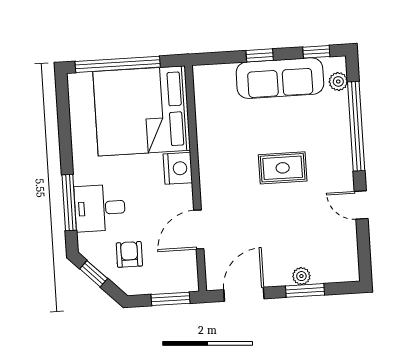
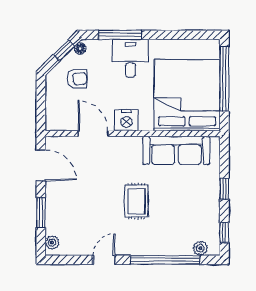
sofa: (280, 78) -> (176, 150), moved, turned -90
nightstand: (178, 168) -> (126, 120), moved
desk: (100, 208) -> (131, 58), moved
floor lamp: (90, 253) -> (80, 48), added
plant: (301, 276) -> (52, 243), moved
window: (171, 299) -> (41, 108), removed

